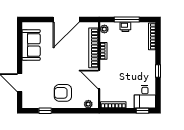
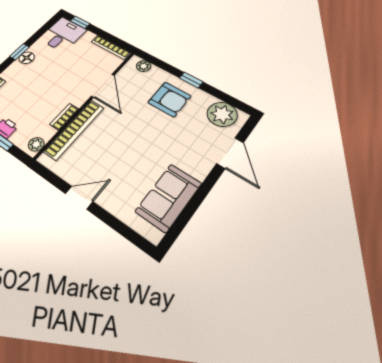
door: (66, 19) -> (79, 198), width x0.53
floor lamp: (151, 70) -> (27, 58), added
plant: (35, 100) -> (222, 114), added
window: (45, 111) -> (191, 80), moved

